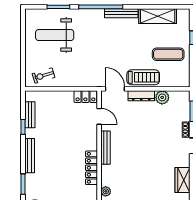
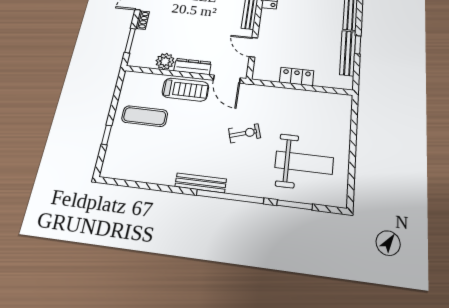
shelving: (158, 16) -> (148, 172), removed
exercise bike: (43, 75) -> (245, 133), moved
treadmill: (143, 77) -> (185, 90), turned 180
locker: (85, 97) -> (297, 77), moved
bench: (30, 115) -> (348, 53), width x1.36

